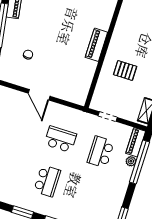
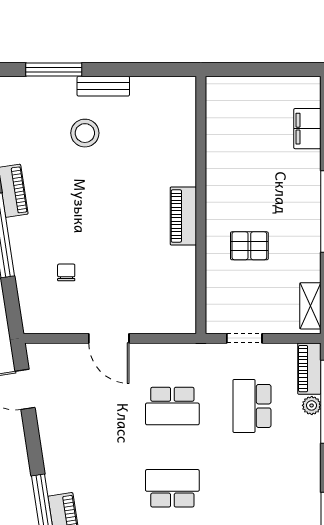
school desk: (60, 139) -> (172, 406), turned 180
school desk: (47, 181) -> (172, 488), turned -90

